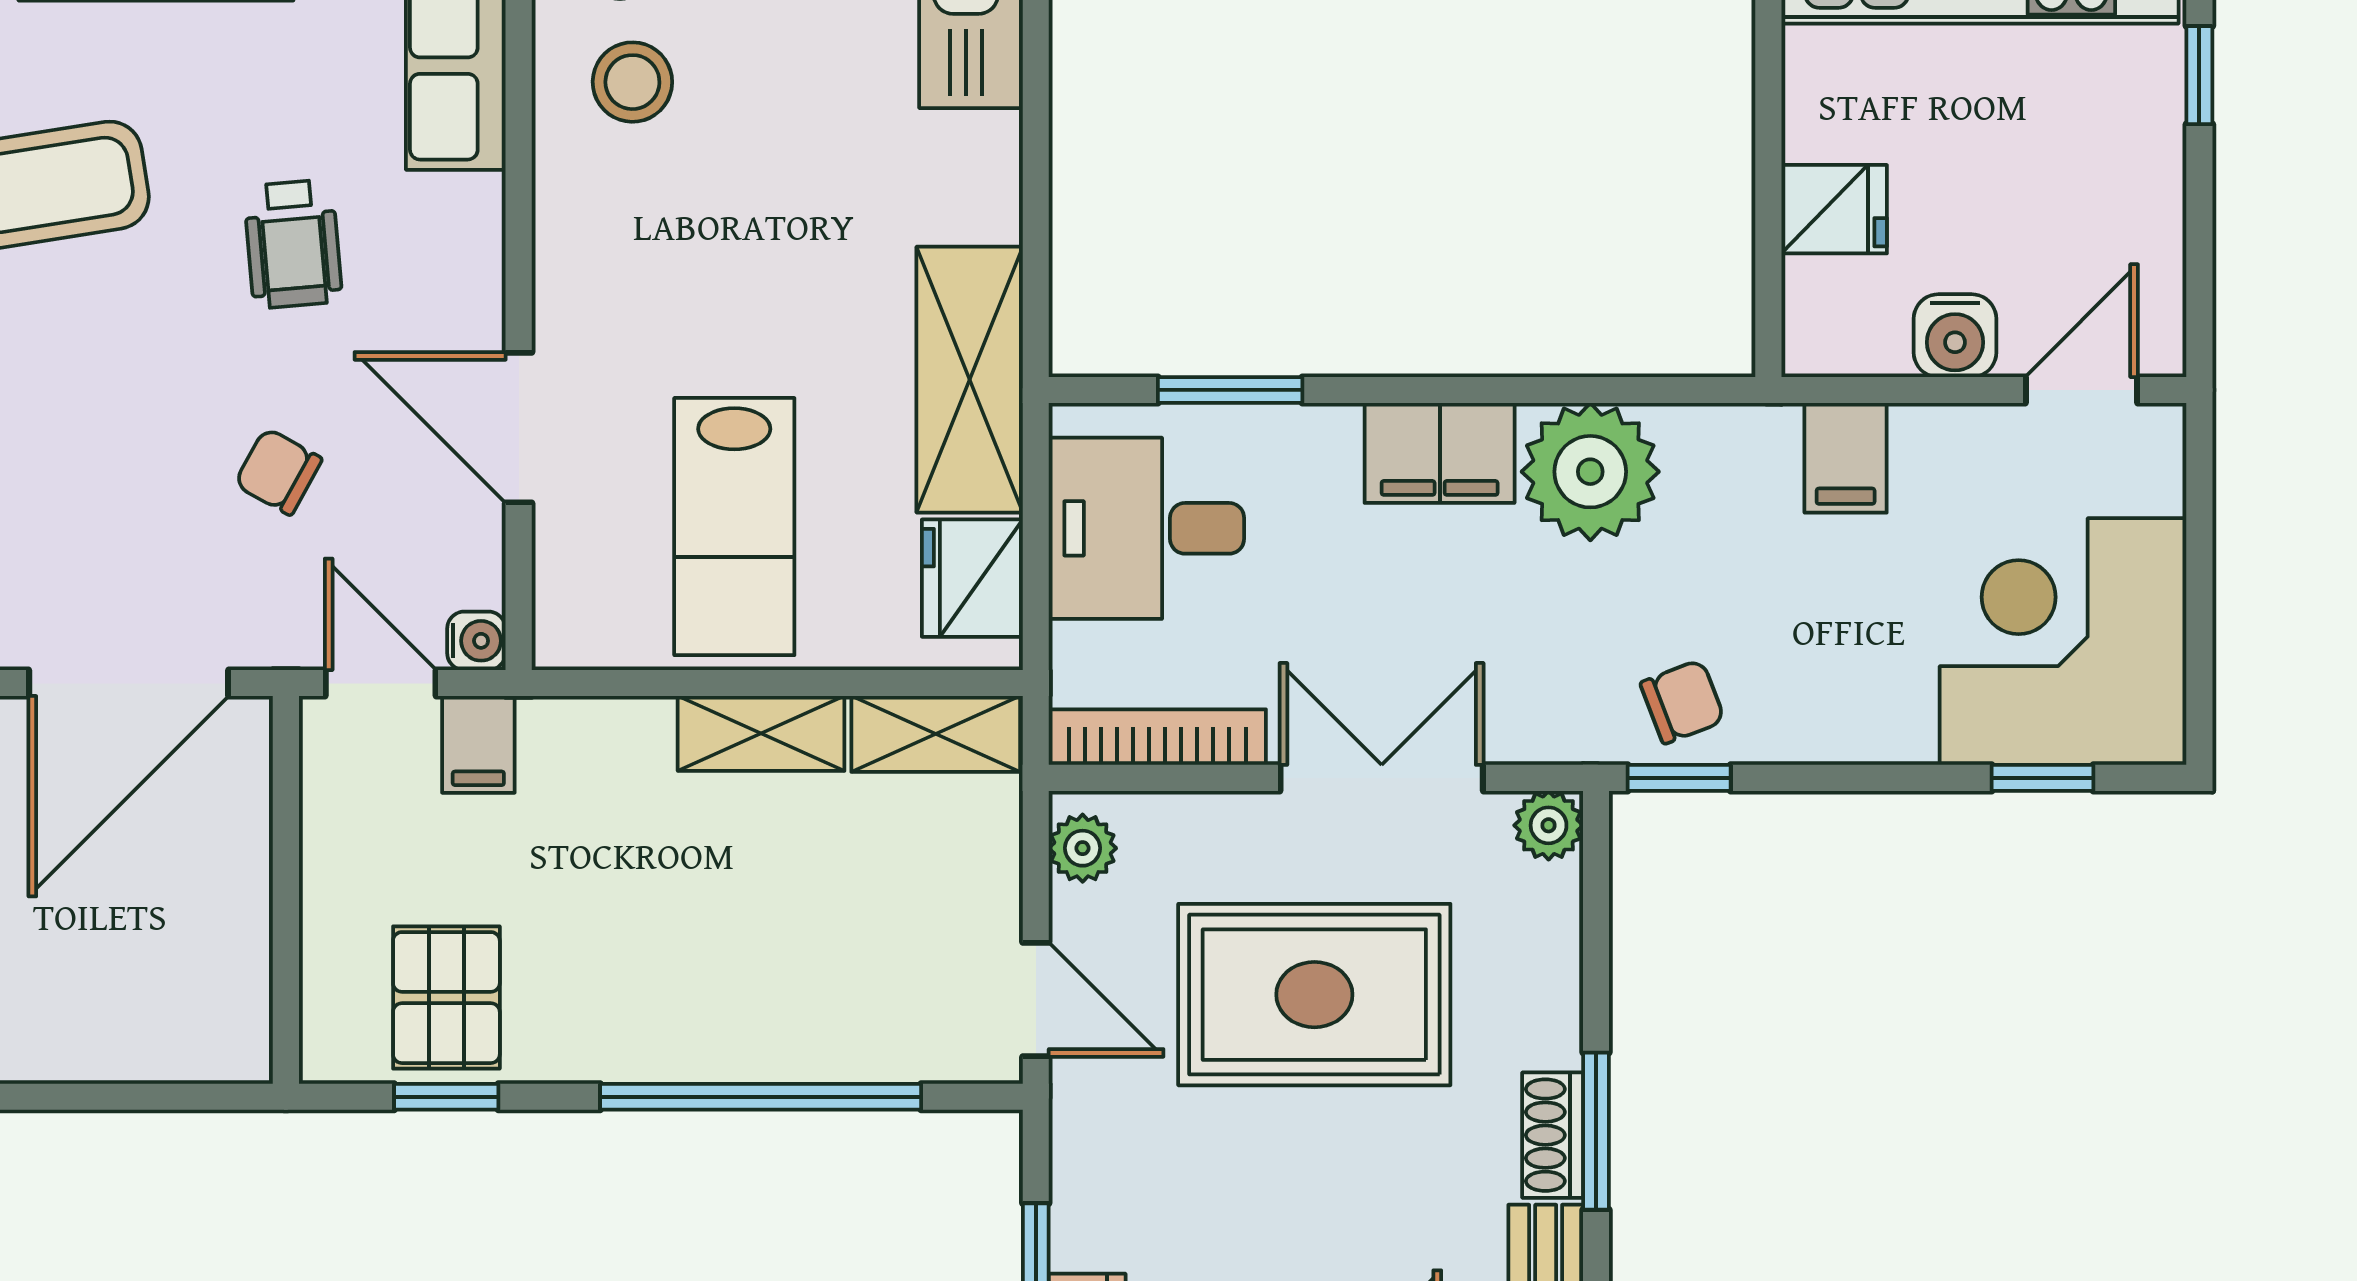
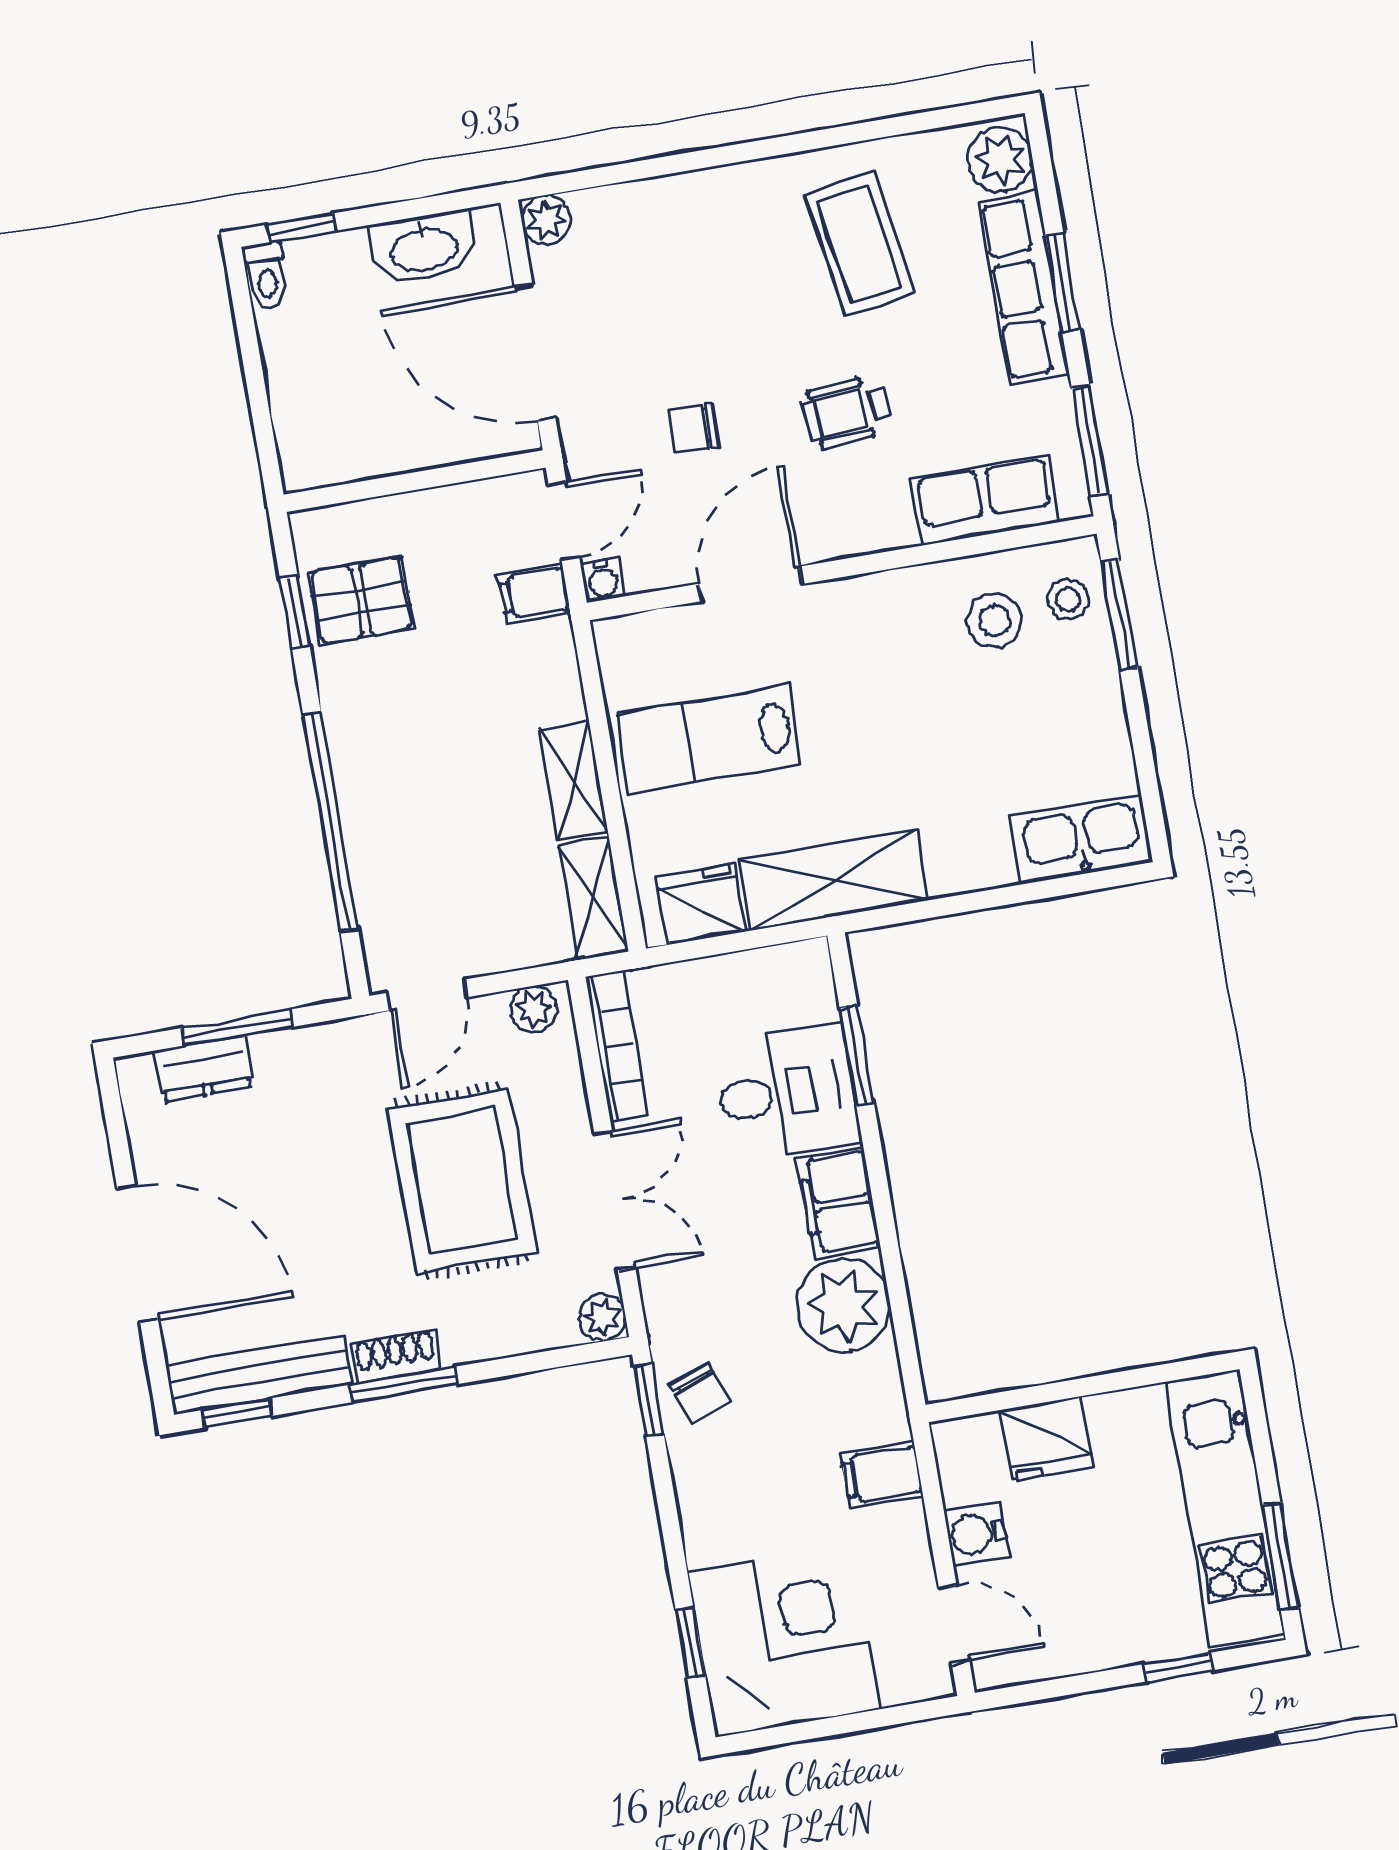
fridge: (1834, 209) -> (1047, 1438), width x1.38
chair: (278, 472) -> (694, 428), turned -119
desk: (1146, 528) -> (787, 1093), moved, turned 90

